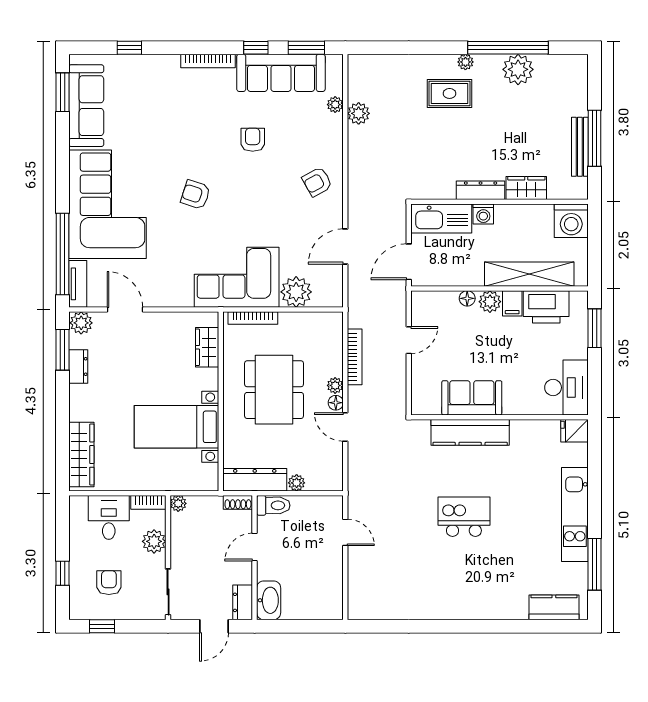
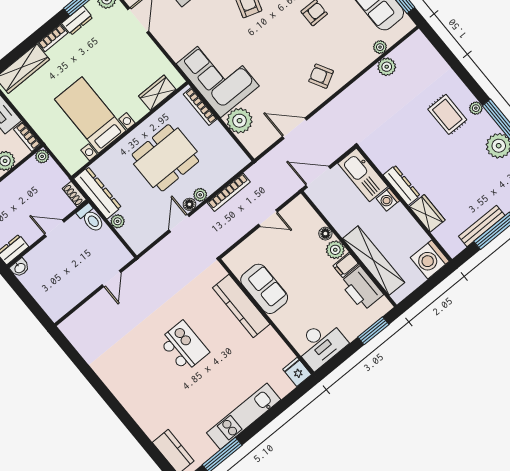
bookcase: (76, 403) -> (53, 38), added
washbasin: (269, 600) -> (20, 268), width x0.52, depth x0.69

